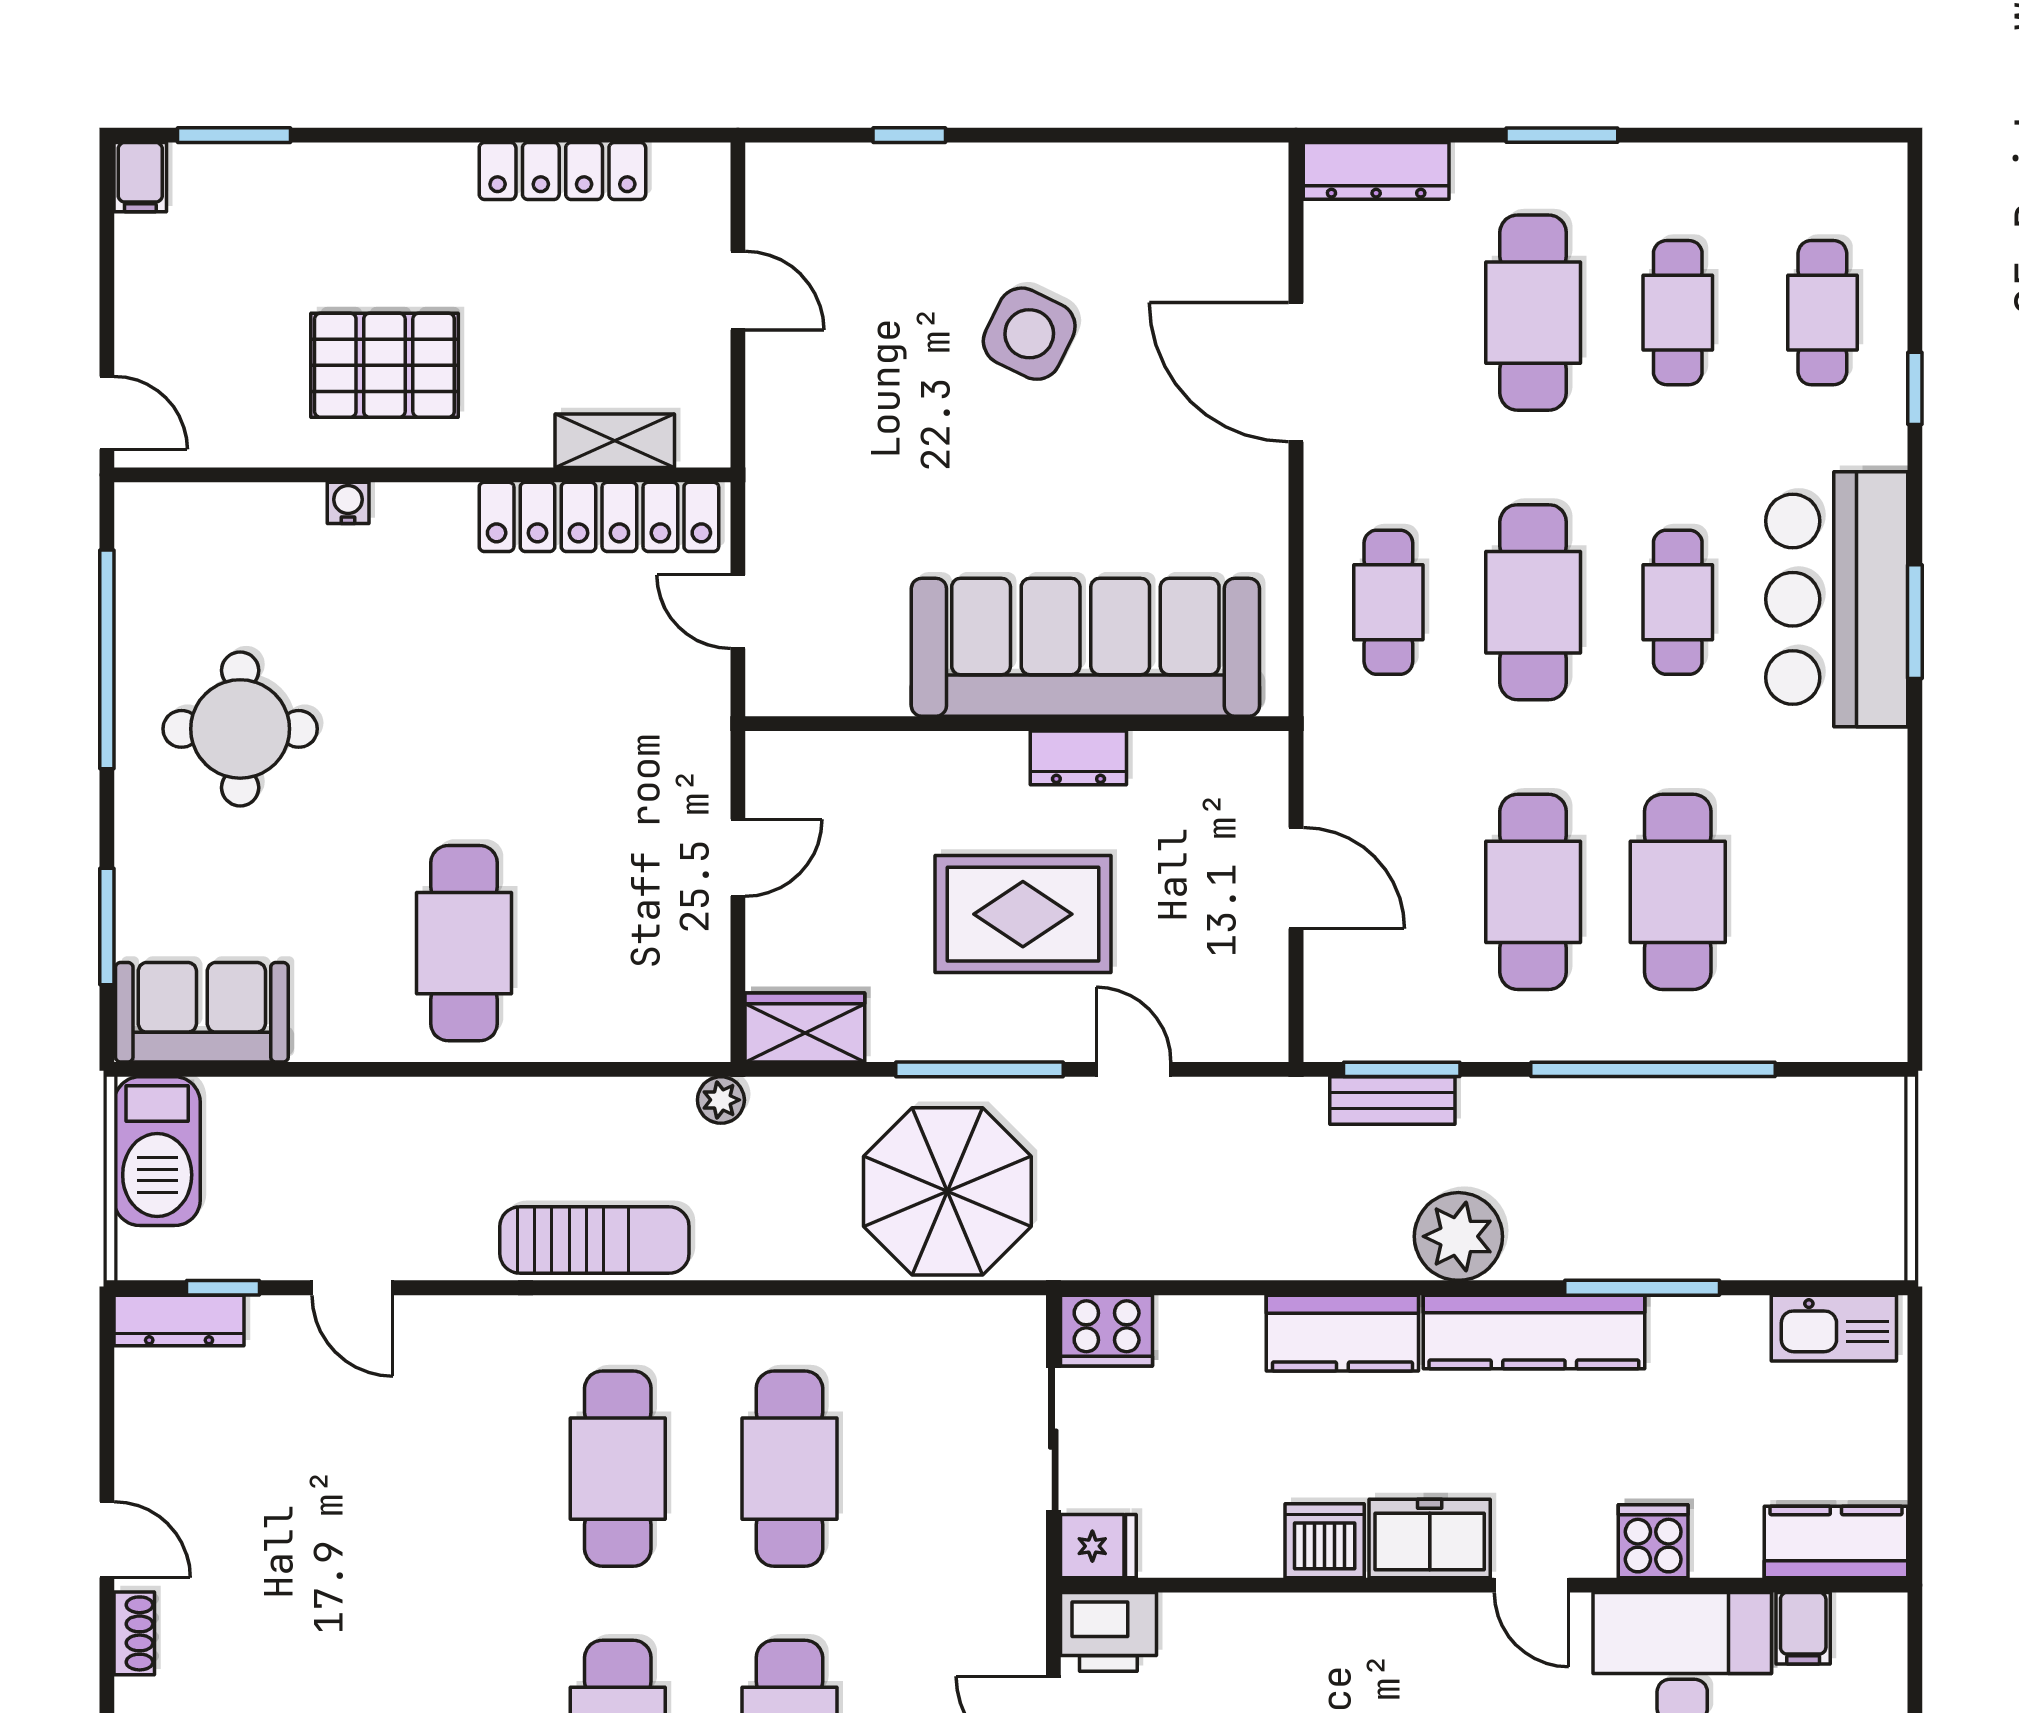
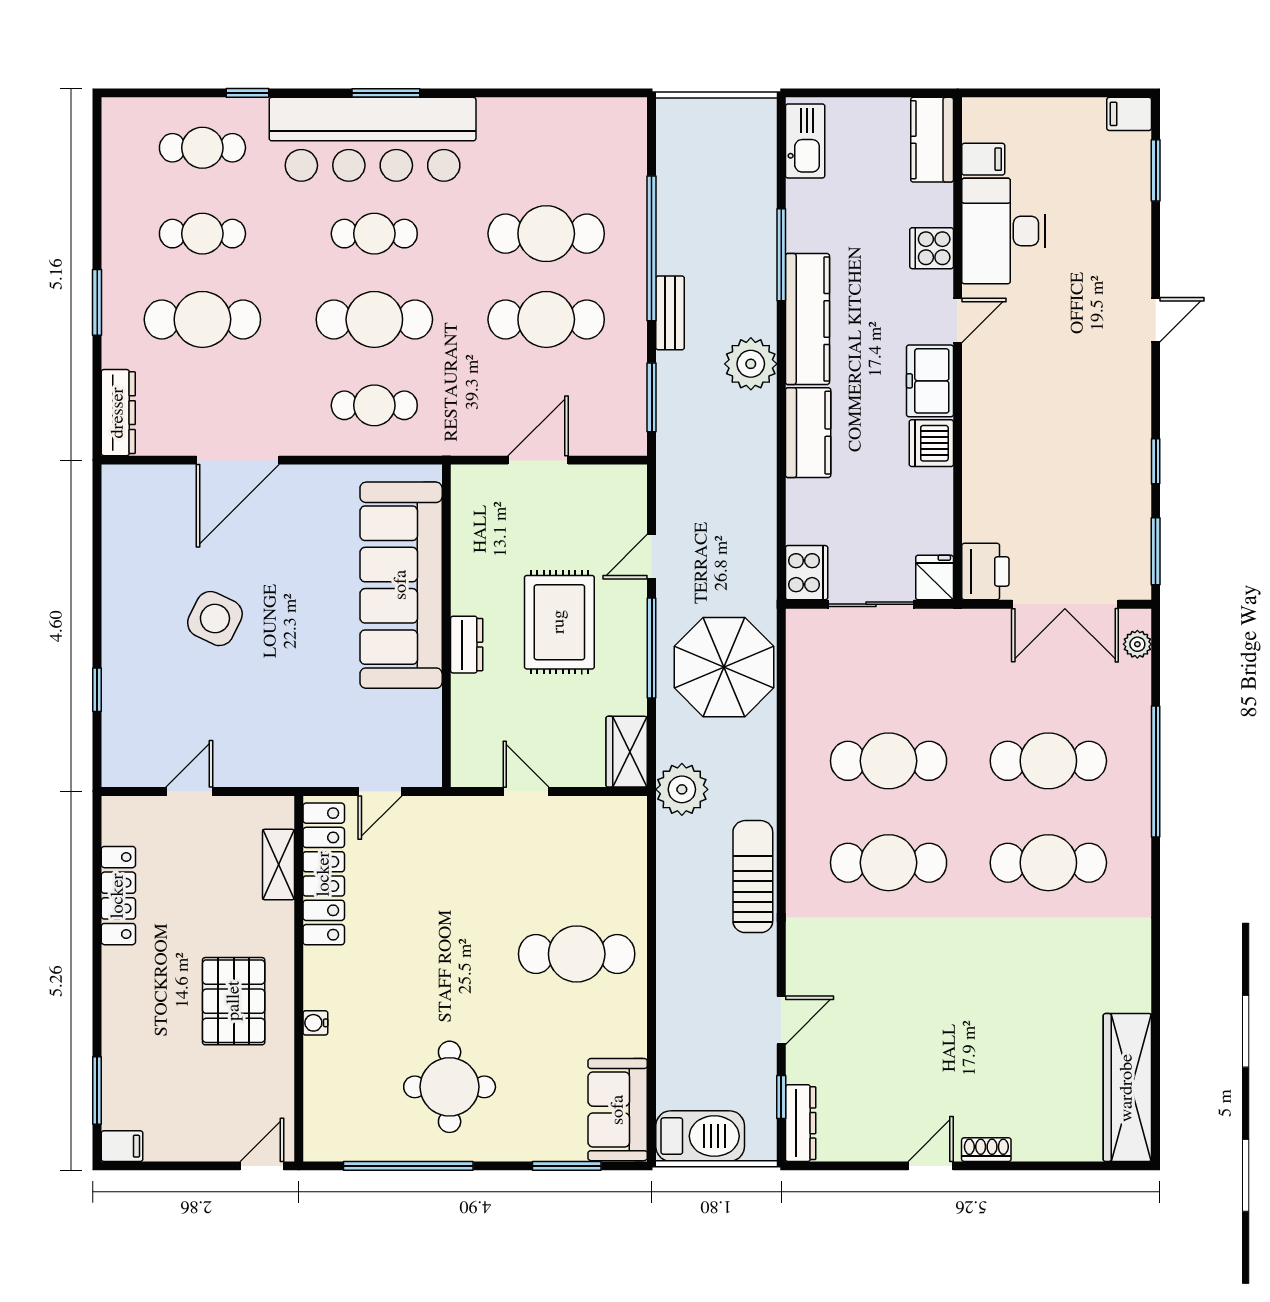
bar counter: (1837, 599) -> (373, 139), width x1.36
dresser: (1078, 758) -> (467, 645), moved
plant: (721, 1100) -> (682, 789), width x1.88, depth x1.88
bench: (1392, 1100) -> (670, 313), moved

